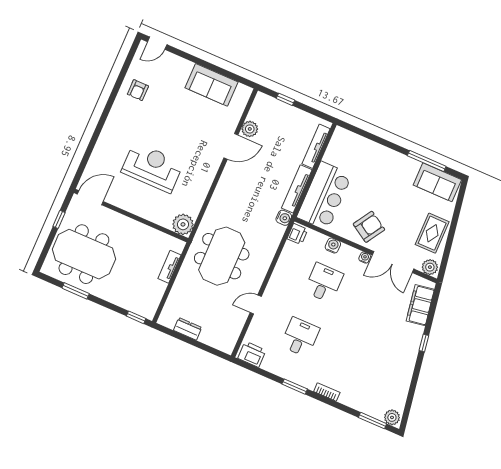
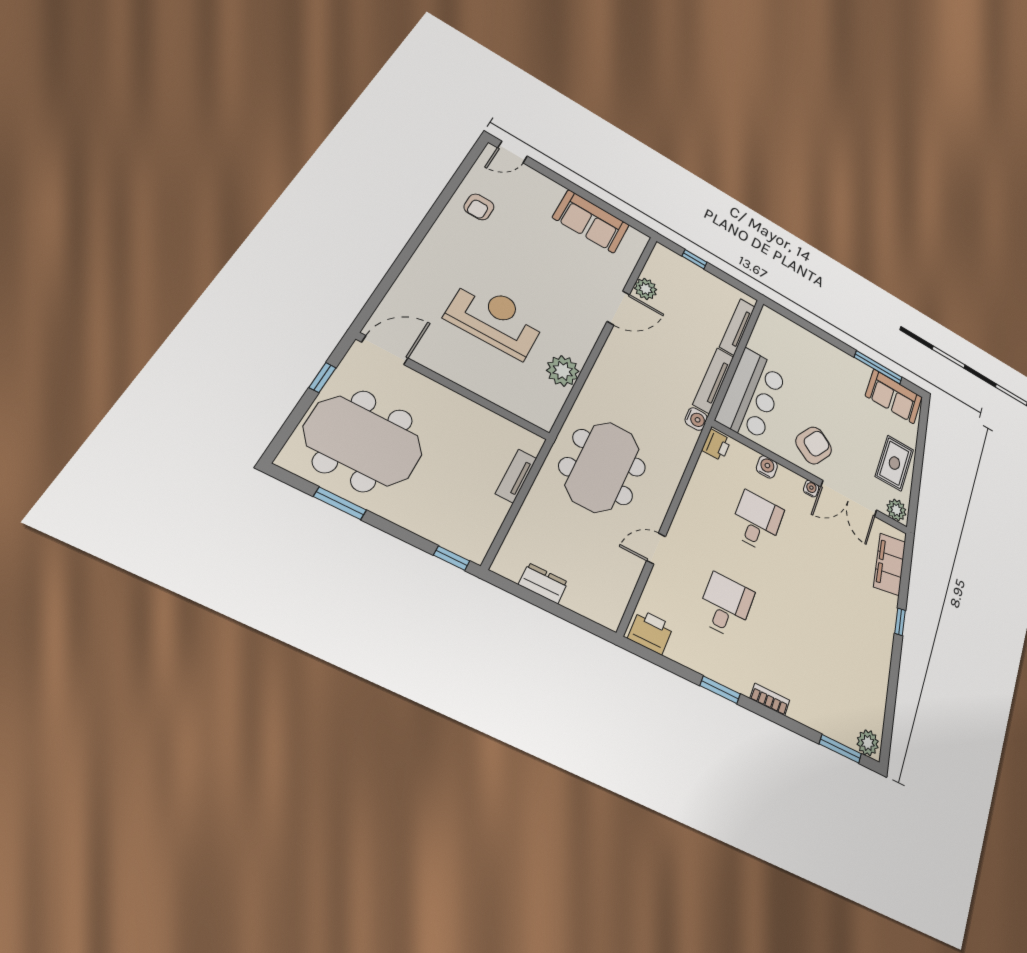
plant: (183, 224) -> (563, 371), moved

